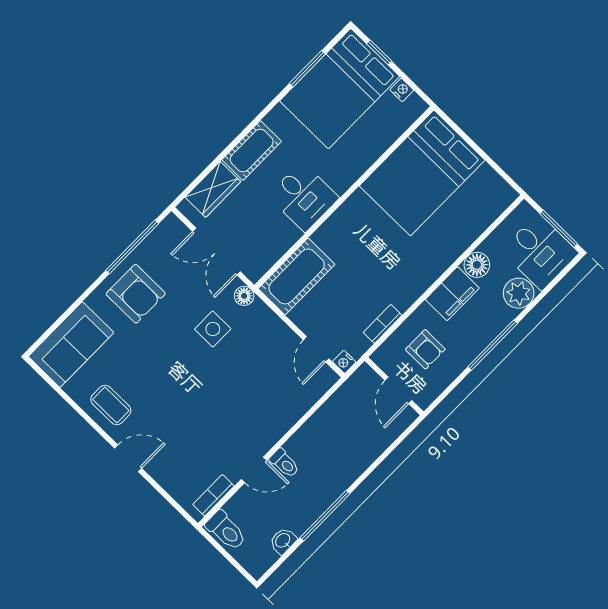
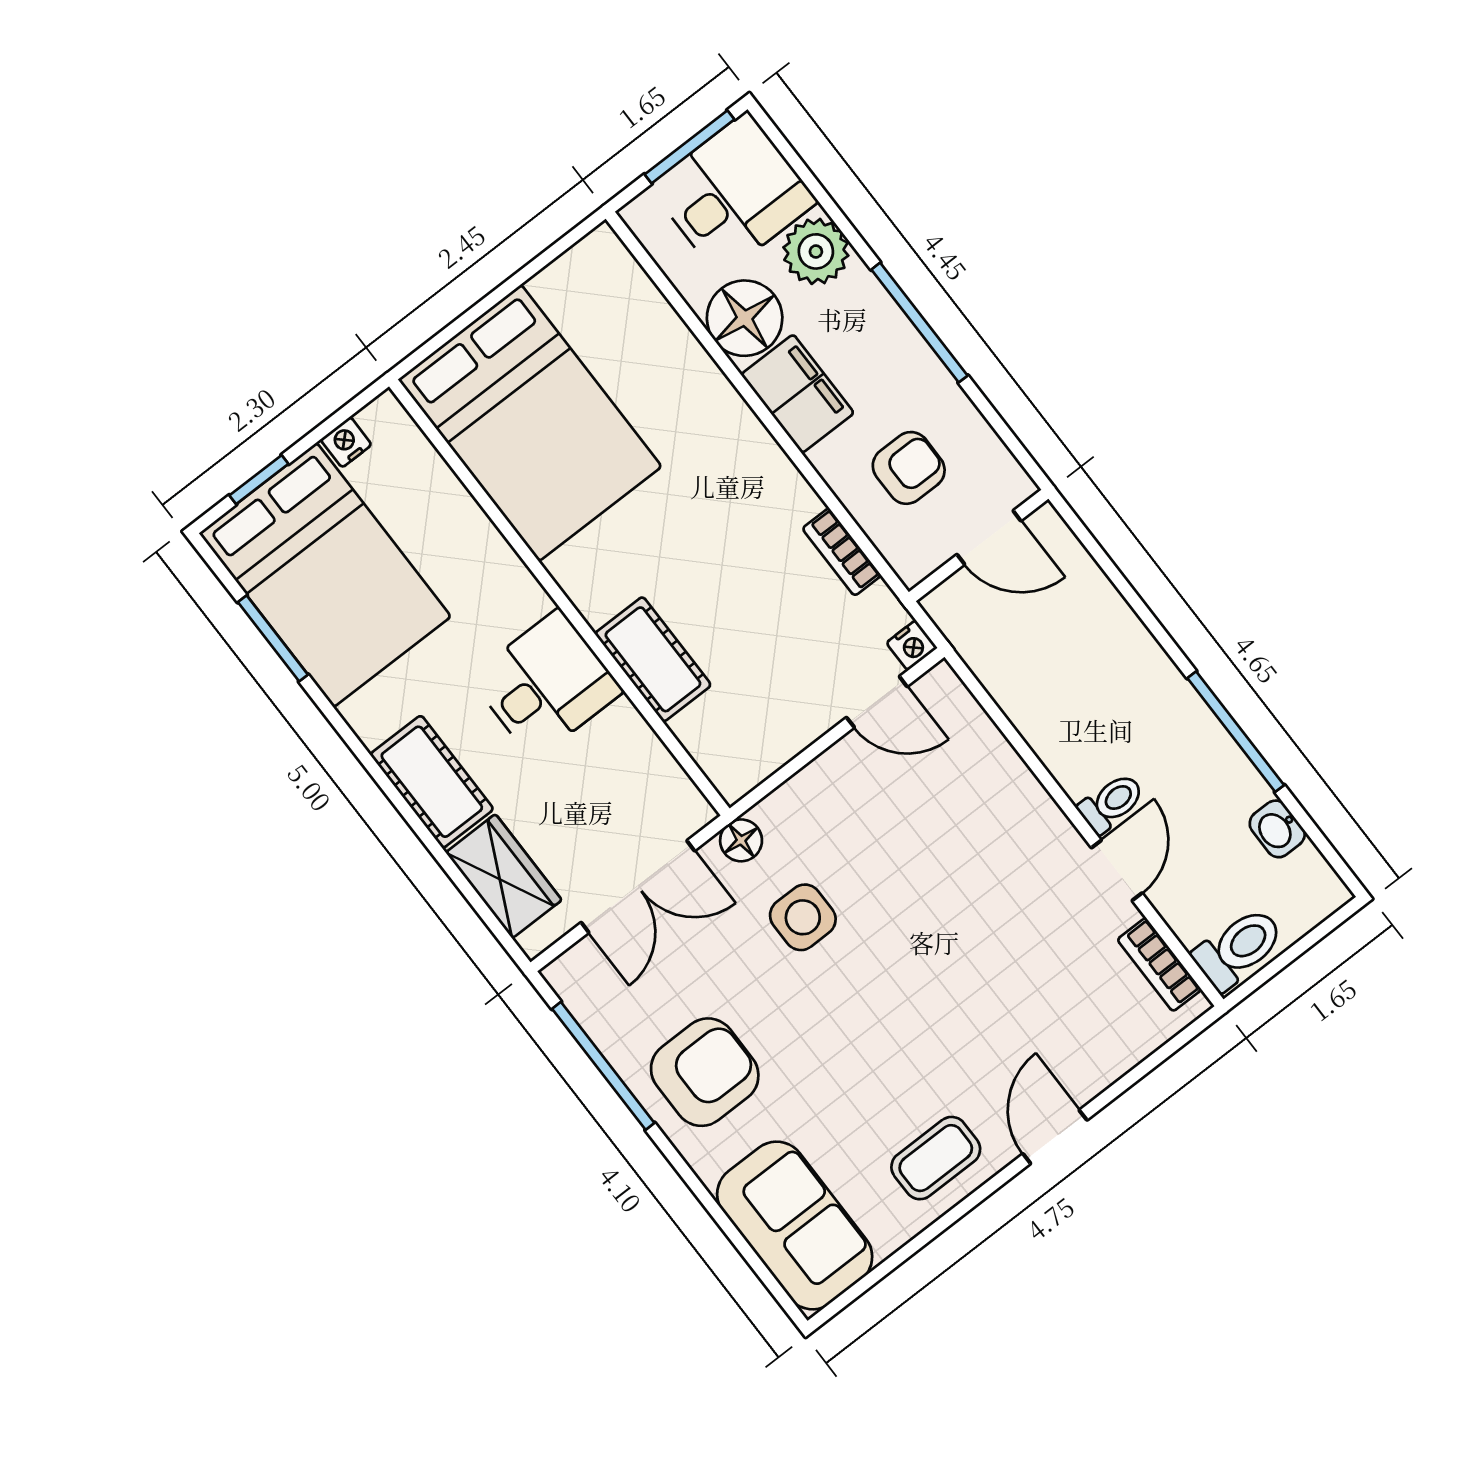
floor lamp: (477, 265) -> (745, 318), width x1.38, depth x1.38
cot: (297, 276) -> (653, 659), moved, width x0.73, depth x0.75

